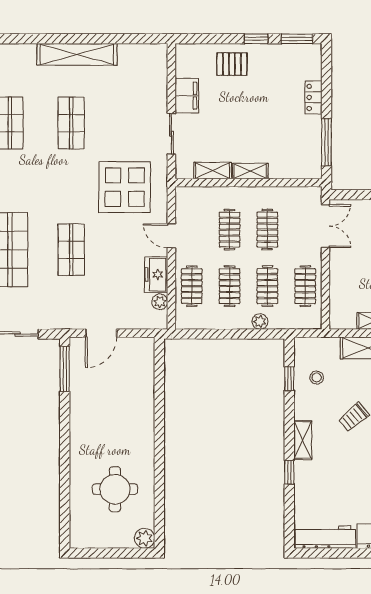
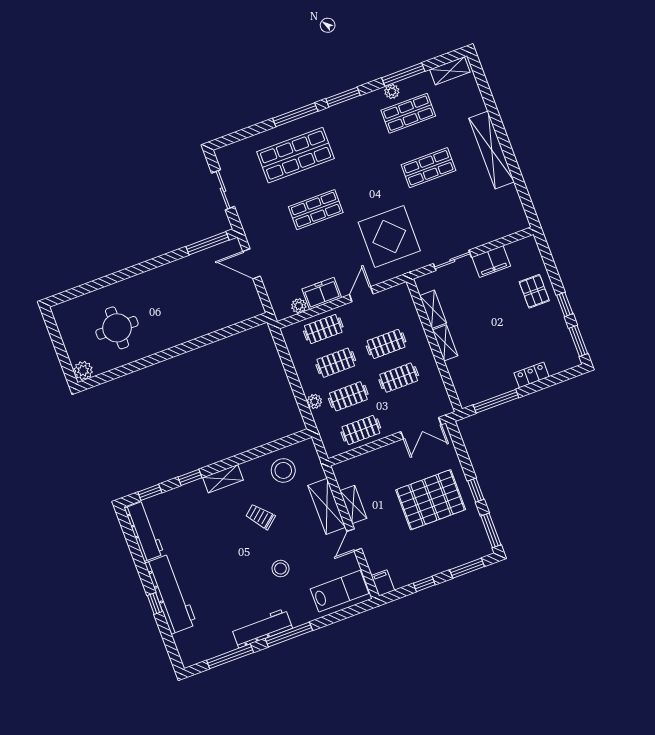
stool: (317, 378) -> (283, 470), width x1.89, depth x1.89
window: (289, 379) -> (150, 492), moved

